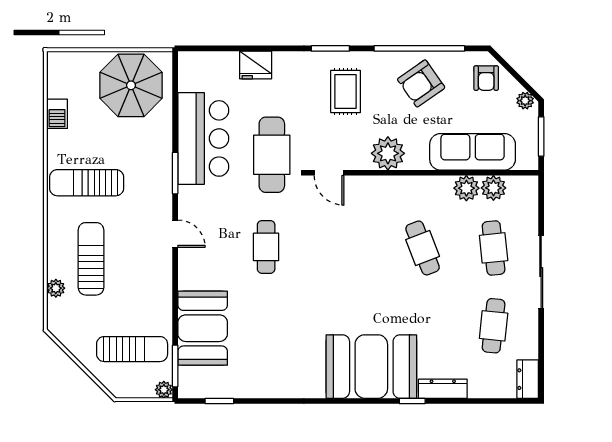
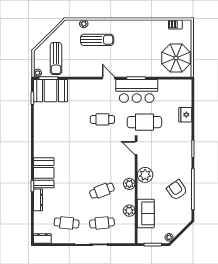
armchair: (486, 78) -> (179, 220), removed
rug: (346, 91) -> (173, 156), removed
barbecue: (57, 114) -> (175, 24), moved
bar counter: (203, 138) -> (137, 91), moved
sofa: (473, 152) -> (146, 213), width x0.73
door: (329, 173) -> (136, 148), hinge flipped
sun lounger: (87, 183) -> (132, 38), removed
plant: (493, 188) -> (129, 184), moved
door: (175, 234) -> (109, 78), swing flipped
booth: (203, 328) -> (50, 91), moved
booth: (371, 367) -> (44, 173), width x0.73, depth x0.70

